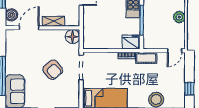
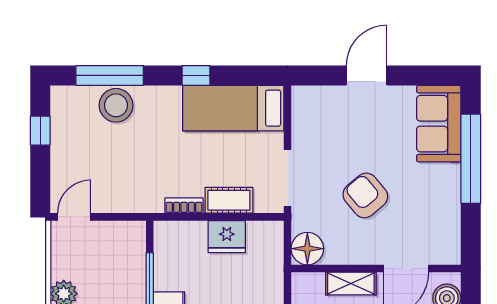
fridge: (131, 42) -> (227, 237), moved
cot: (146, 58) -> (229, 200), moved
armchair: (53, 70) -> (365, 195), moved

